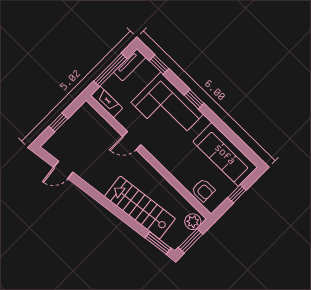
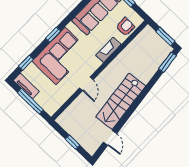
fireplace: (107, 102) -> (108, 50), moved
stairs: (140, 208) -> (121, 101), moved
plant: (193, 222) -> (150, 35), removed

